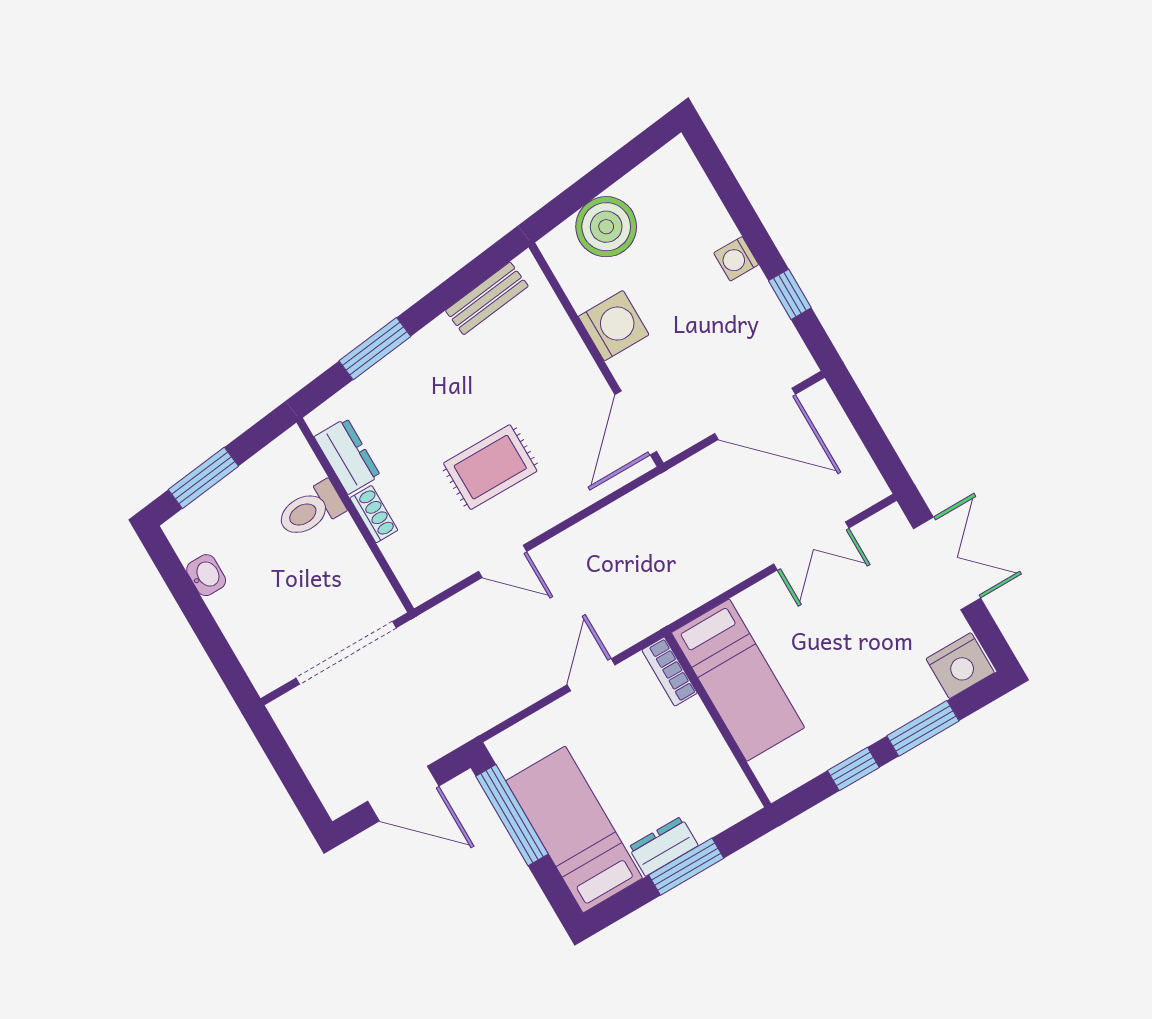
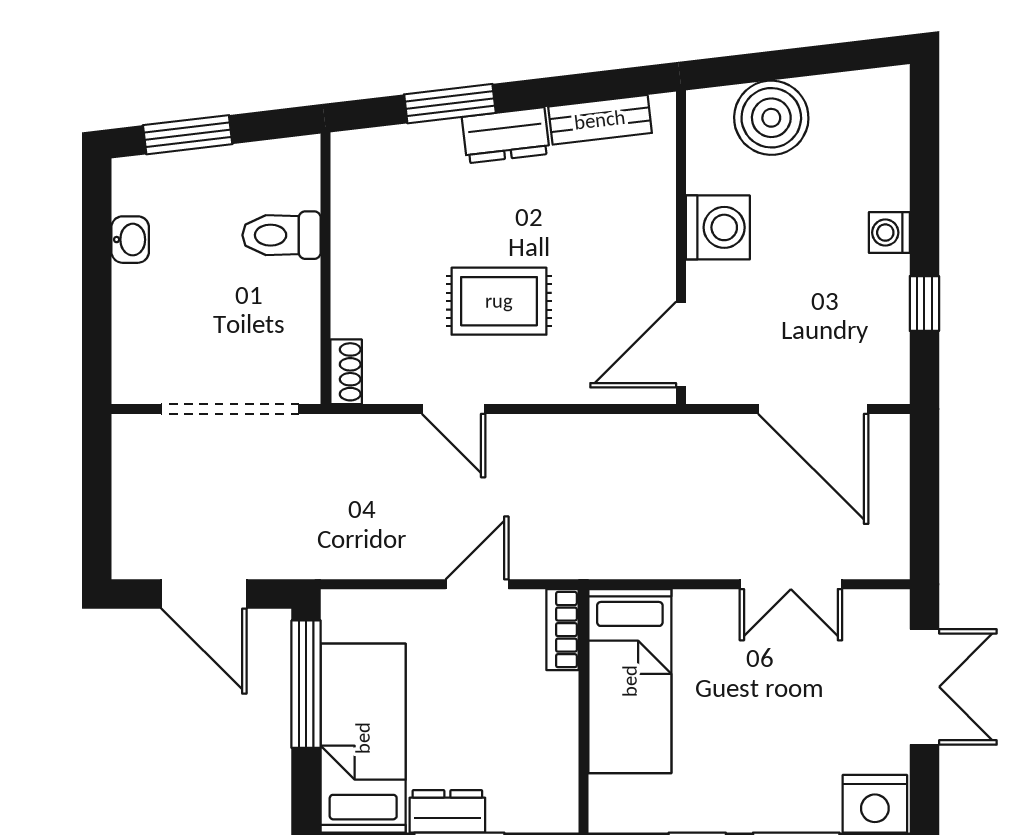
dresser: (347, 456) -> (506, 135), moved, turned 83
shoe rack: (374, 514) -> (346, 372), moved

